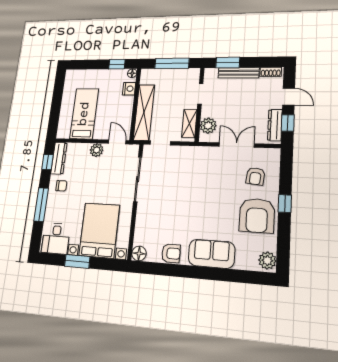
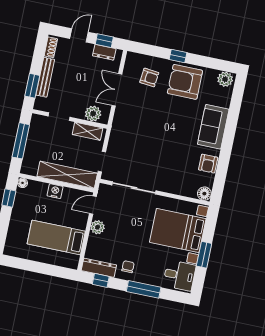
nightstand: (129, 89) -> (55, 191), moved
dresser: (275, 125) -> (104, 52), width x0.70
armchair: (257, 215) -> (185, 82), turned 180
armchair: (171, 253) -> (208, 164), turned 180

